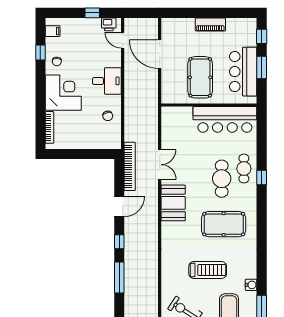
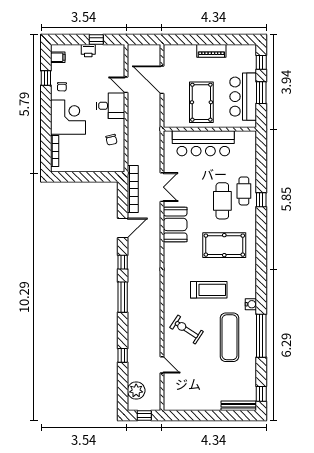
printer: (109, 24) -> (88, 51), moved
door: (123, 40) -> (126, 85), moved
bar counter: (225, 119) -> (203, 143), moved

